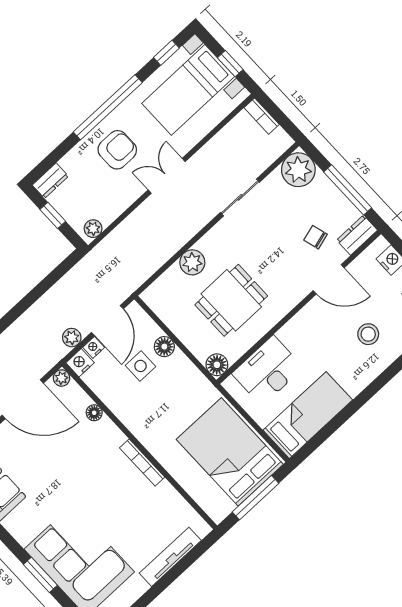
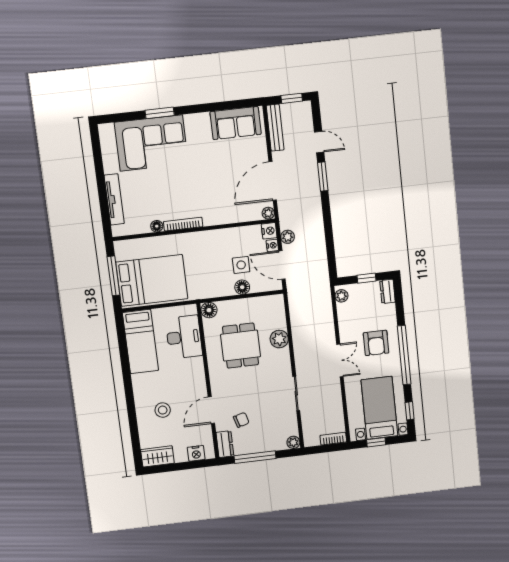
plant: (298, 170) -> (293, 442), width x0.53, depth x0.53
floor lamp: (94, 413) -> (157, 226), moved

